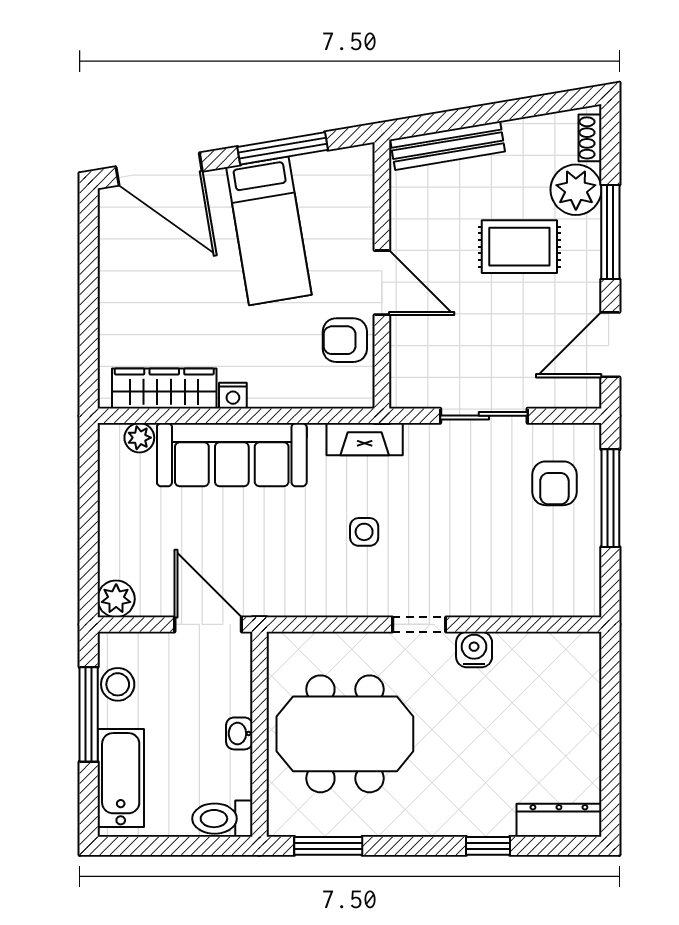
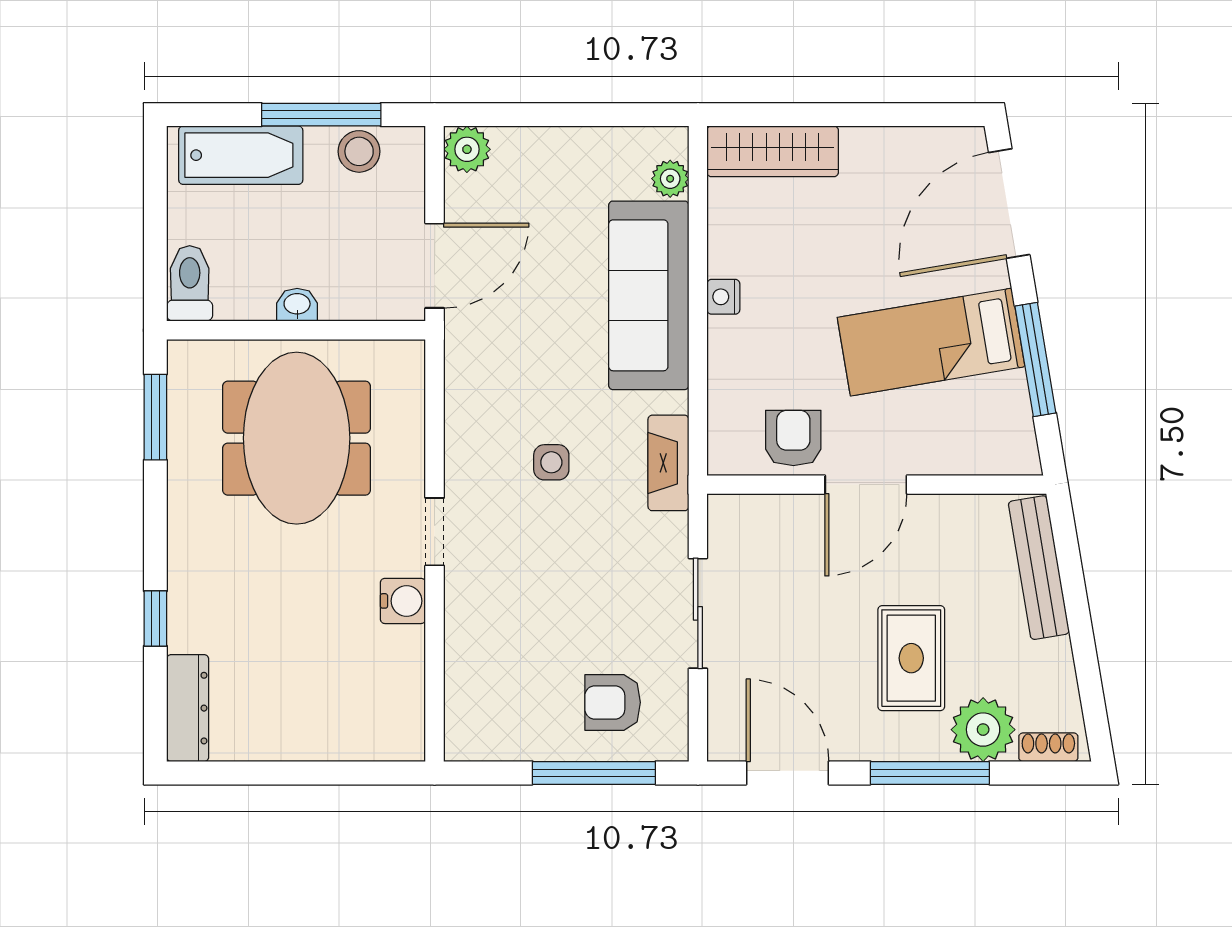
wardrobe: (164, 388) -> (773, 151), moved, turned 90

